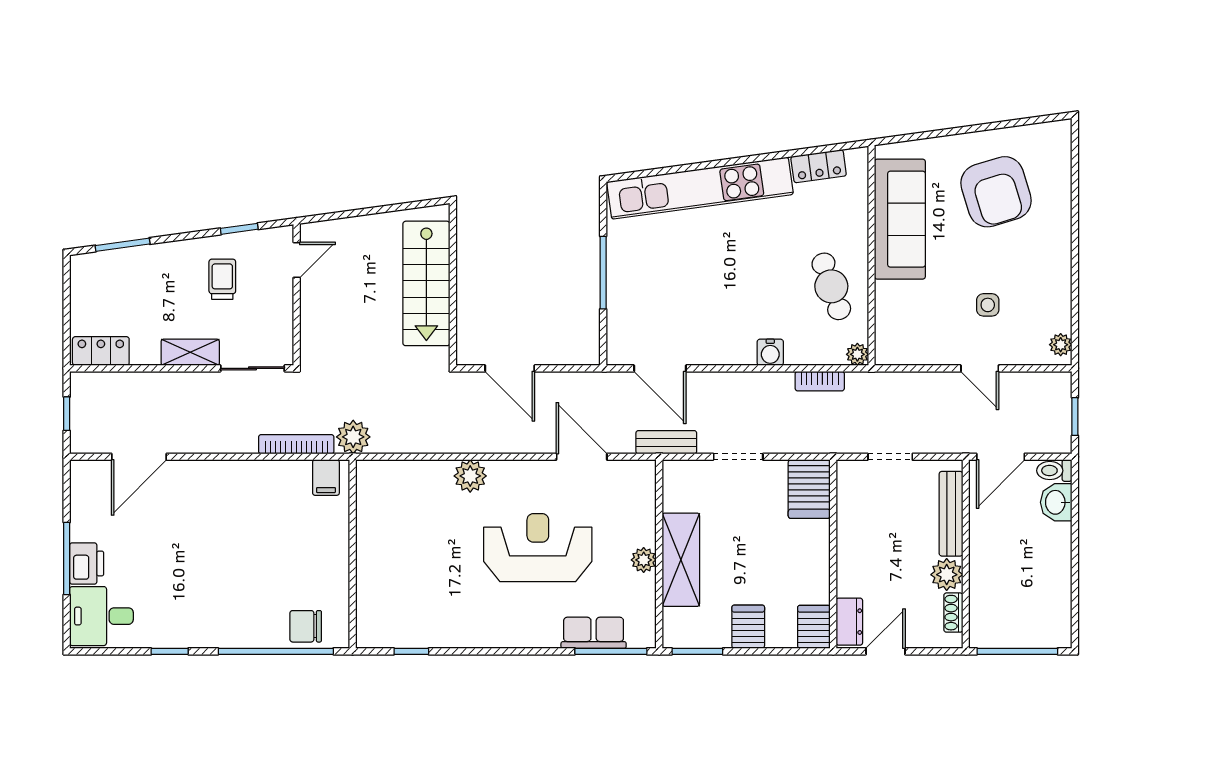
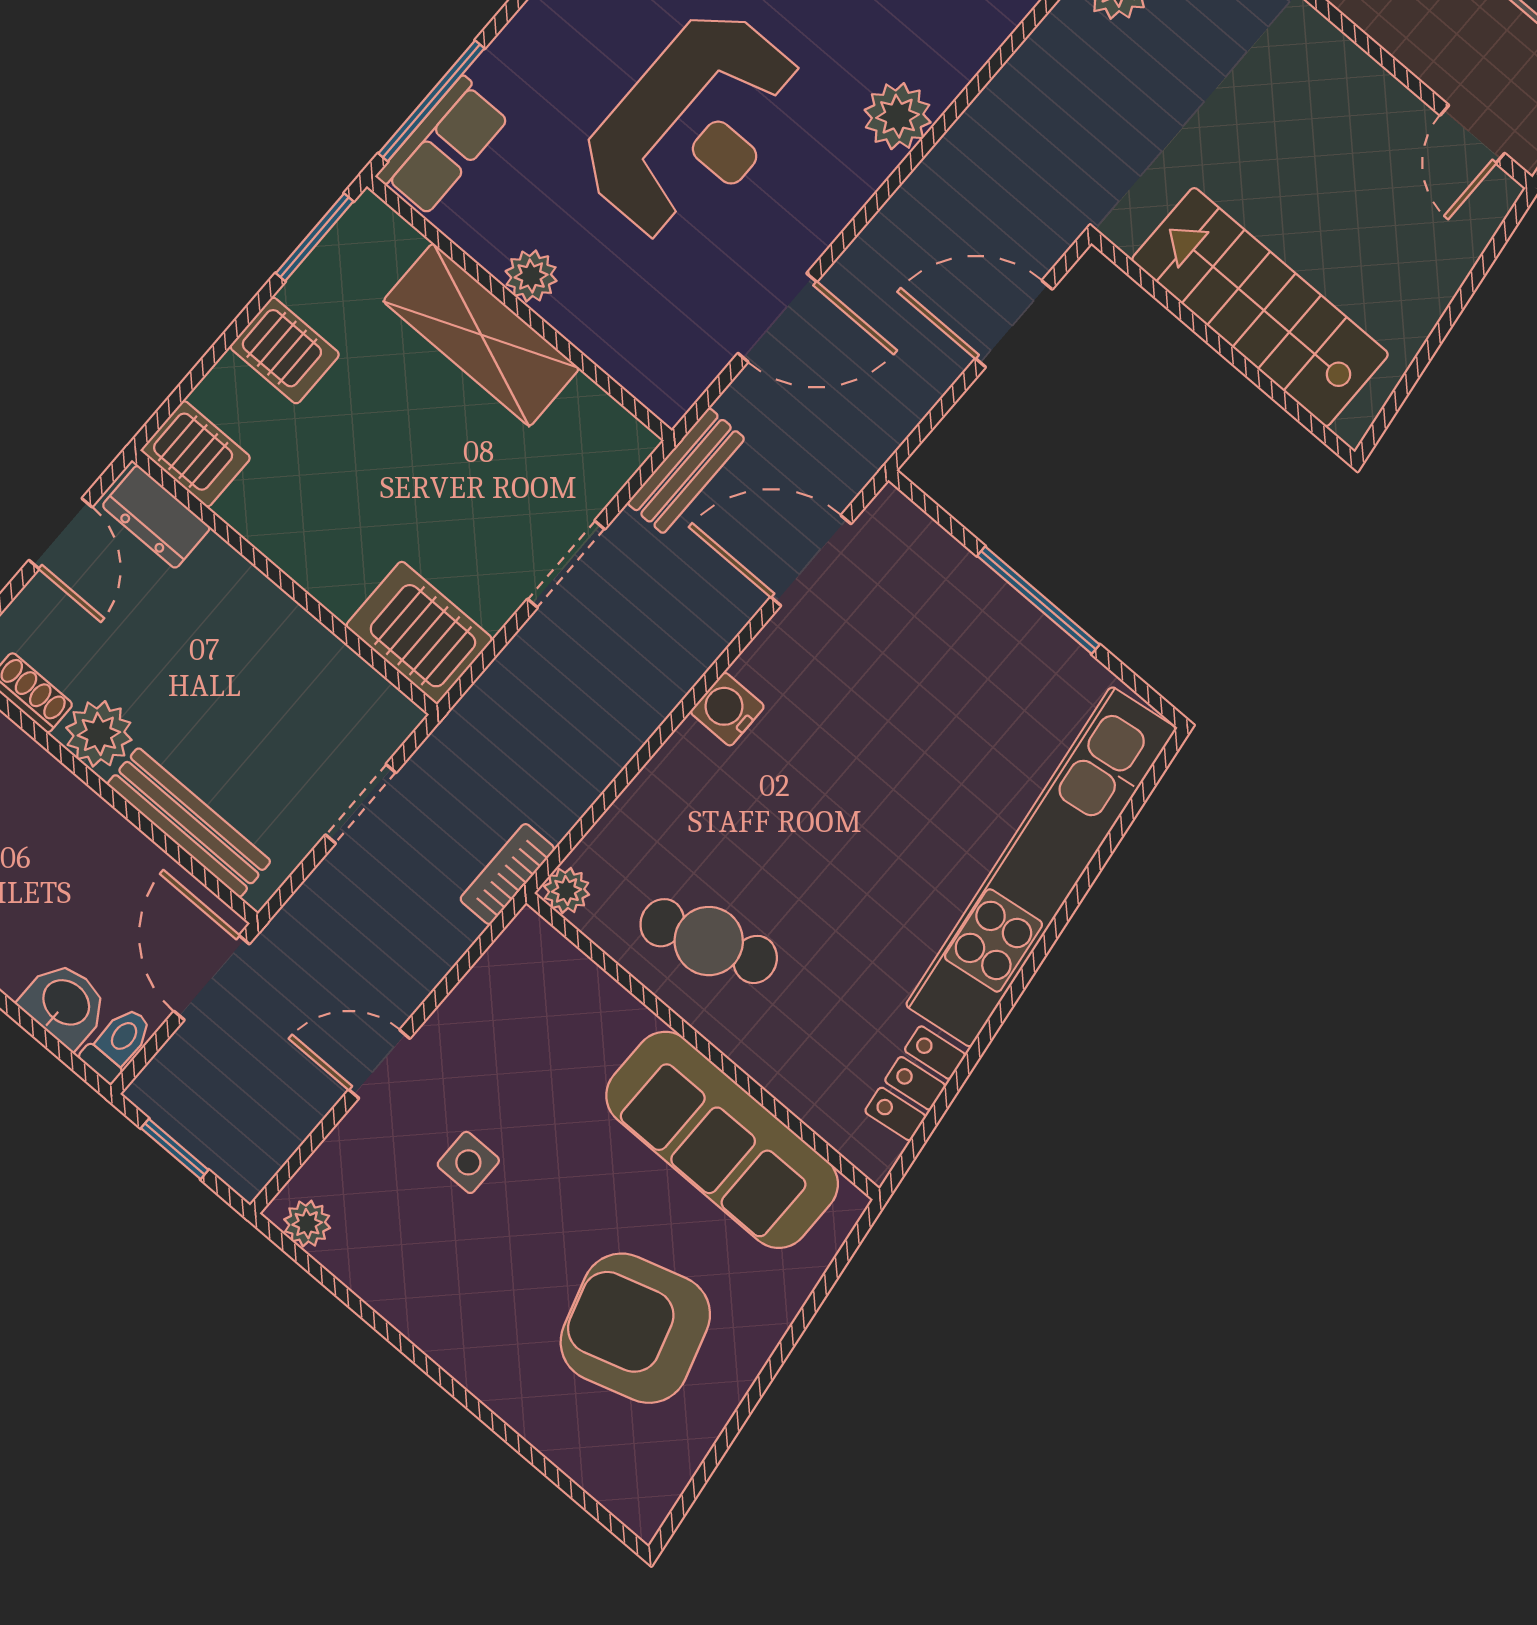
water cooler: (770, 352) -> (727, 709), moved
bookcase: (820, 381) -> (507, 874), moved
row of seats: (594, 633) -> (443, 146), moved

